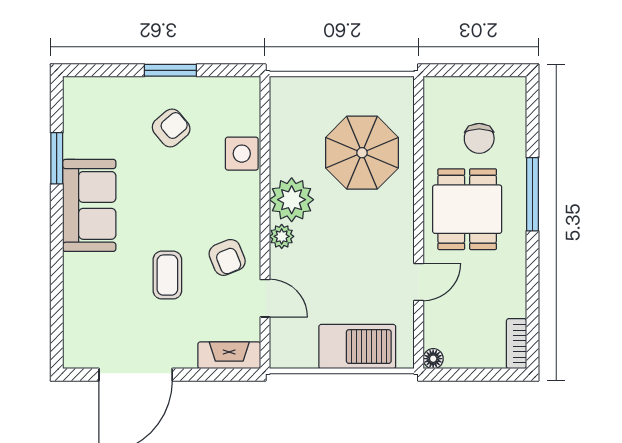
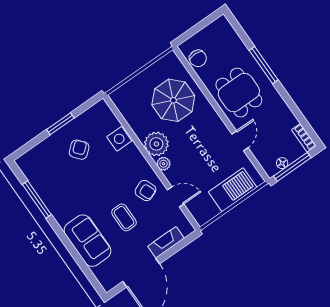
chair: (479, 138) -> (198, 58), moved
window: (57, 158) -> (37, 200), width x1.44
sofa: (89, 205) -> (87, 241), moved
fireplace: (229, 355) -> (166, 242), moved
floor lamp: (433, 359) -> (282, 163), moved
window: (469, 375) -> (292, 167), added

